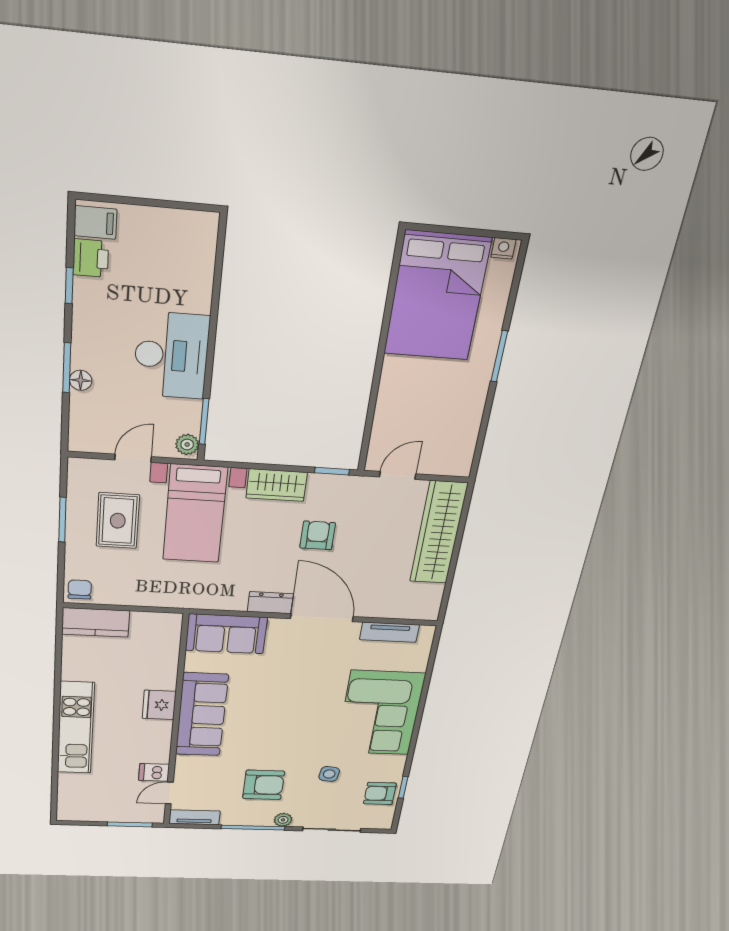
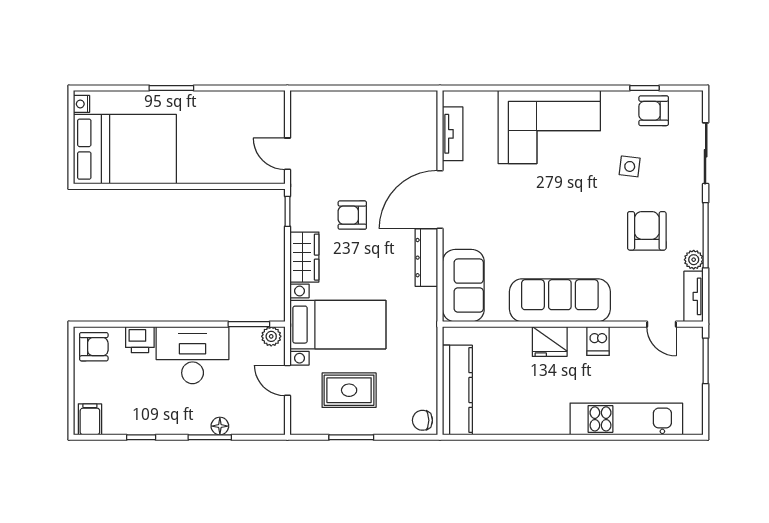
armchair: (192, 236) -> (94, 347), added
printer: (91, 258) -> (140, 340), moved, turned 180
wardrobe: (438, 533) -> (342, 107), removed
dresser: (270, 603) -> (426, 258), width x1.44
kitchen counter: (96, 622) -> (457, 390), width x1.50
kitchen unit: (76, 728) -> (626, 419), moved
dishwasher: (154, 772) -> (598, 341), moved
armchair: (380, 793) -> (654, 111), turned 90
plant: (283, 820) -> (694, 260), moved

